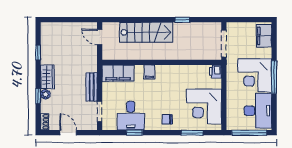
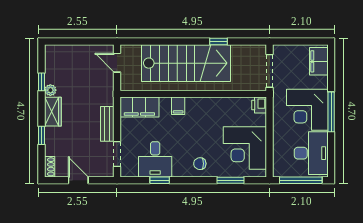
stairs: (146, 32) -> (186, 63), width x1.36, depth x1.51
plant: (45, 94) -> (50, 90), moved

